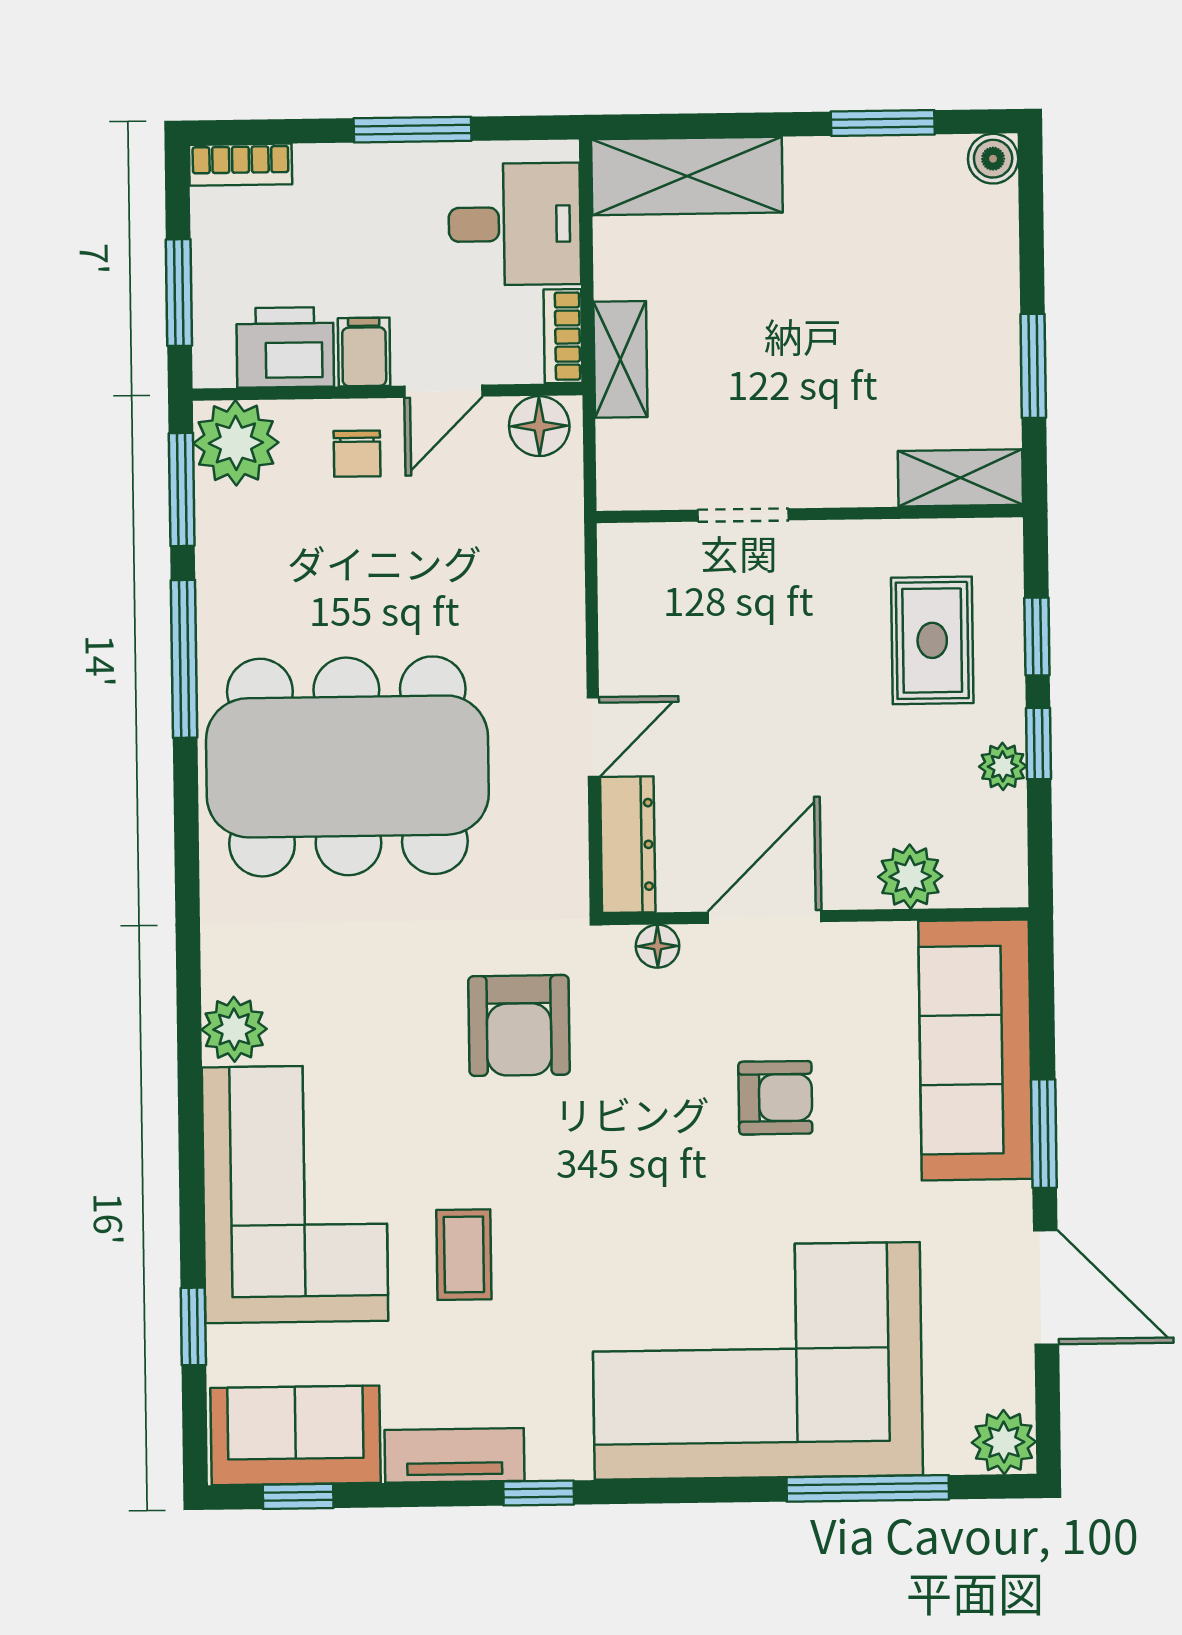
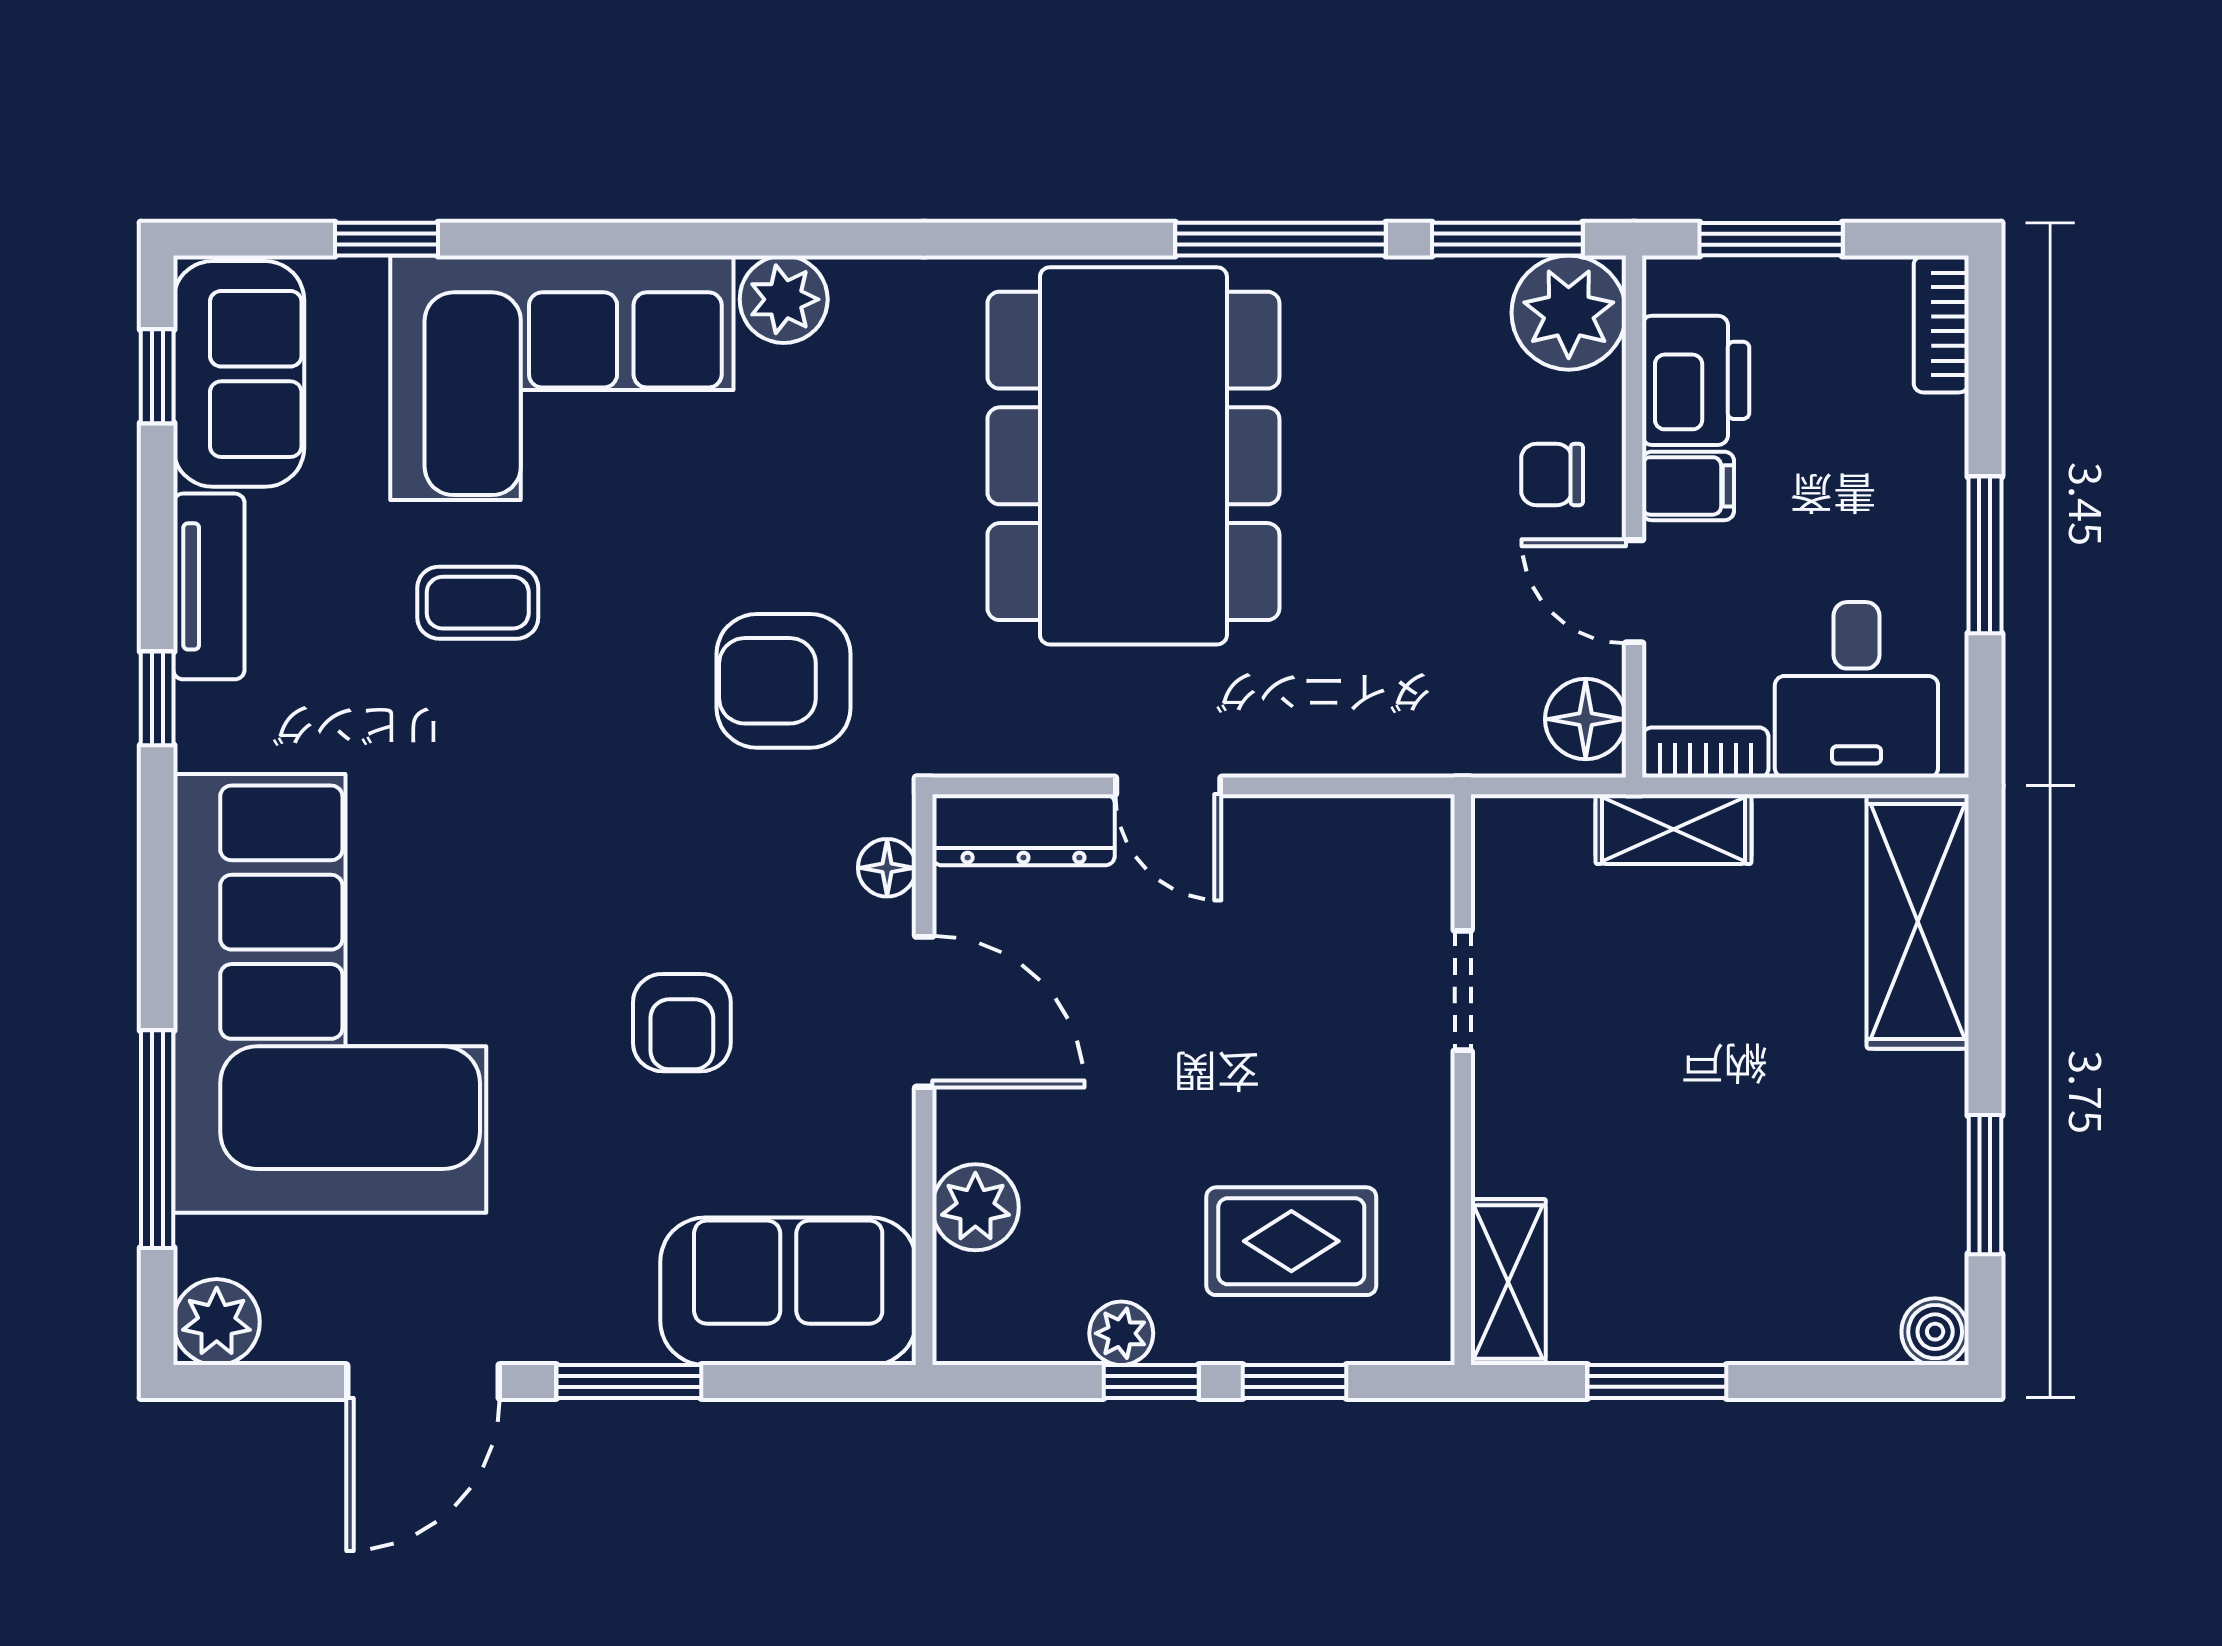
sofa: (975, 1050) -> (788, 1291), width x0.73

